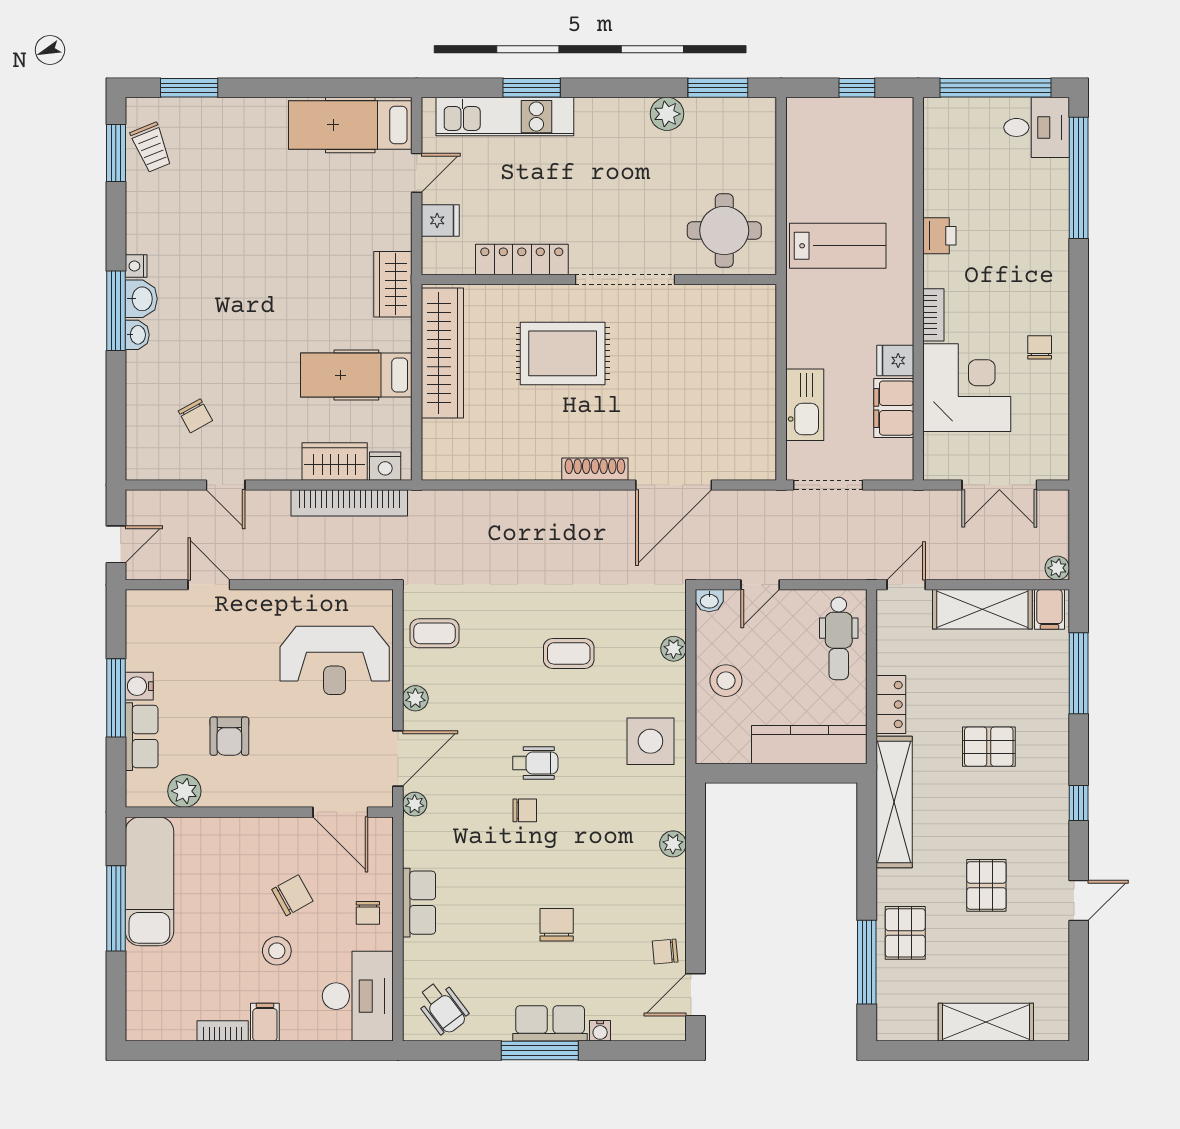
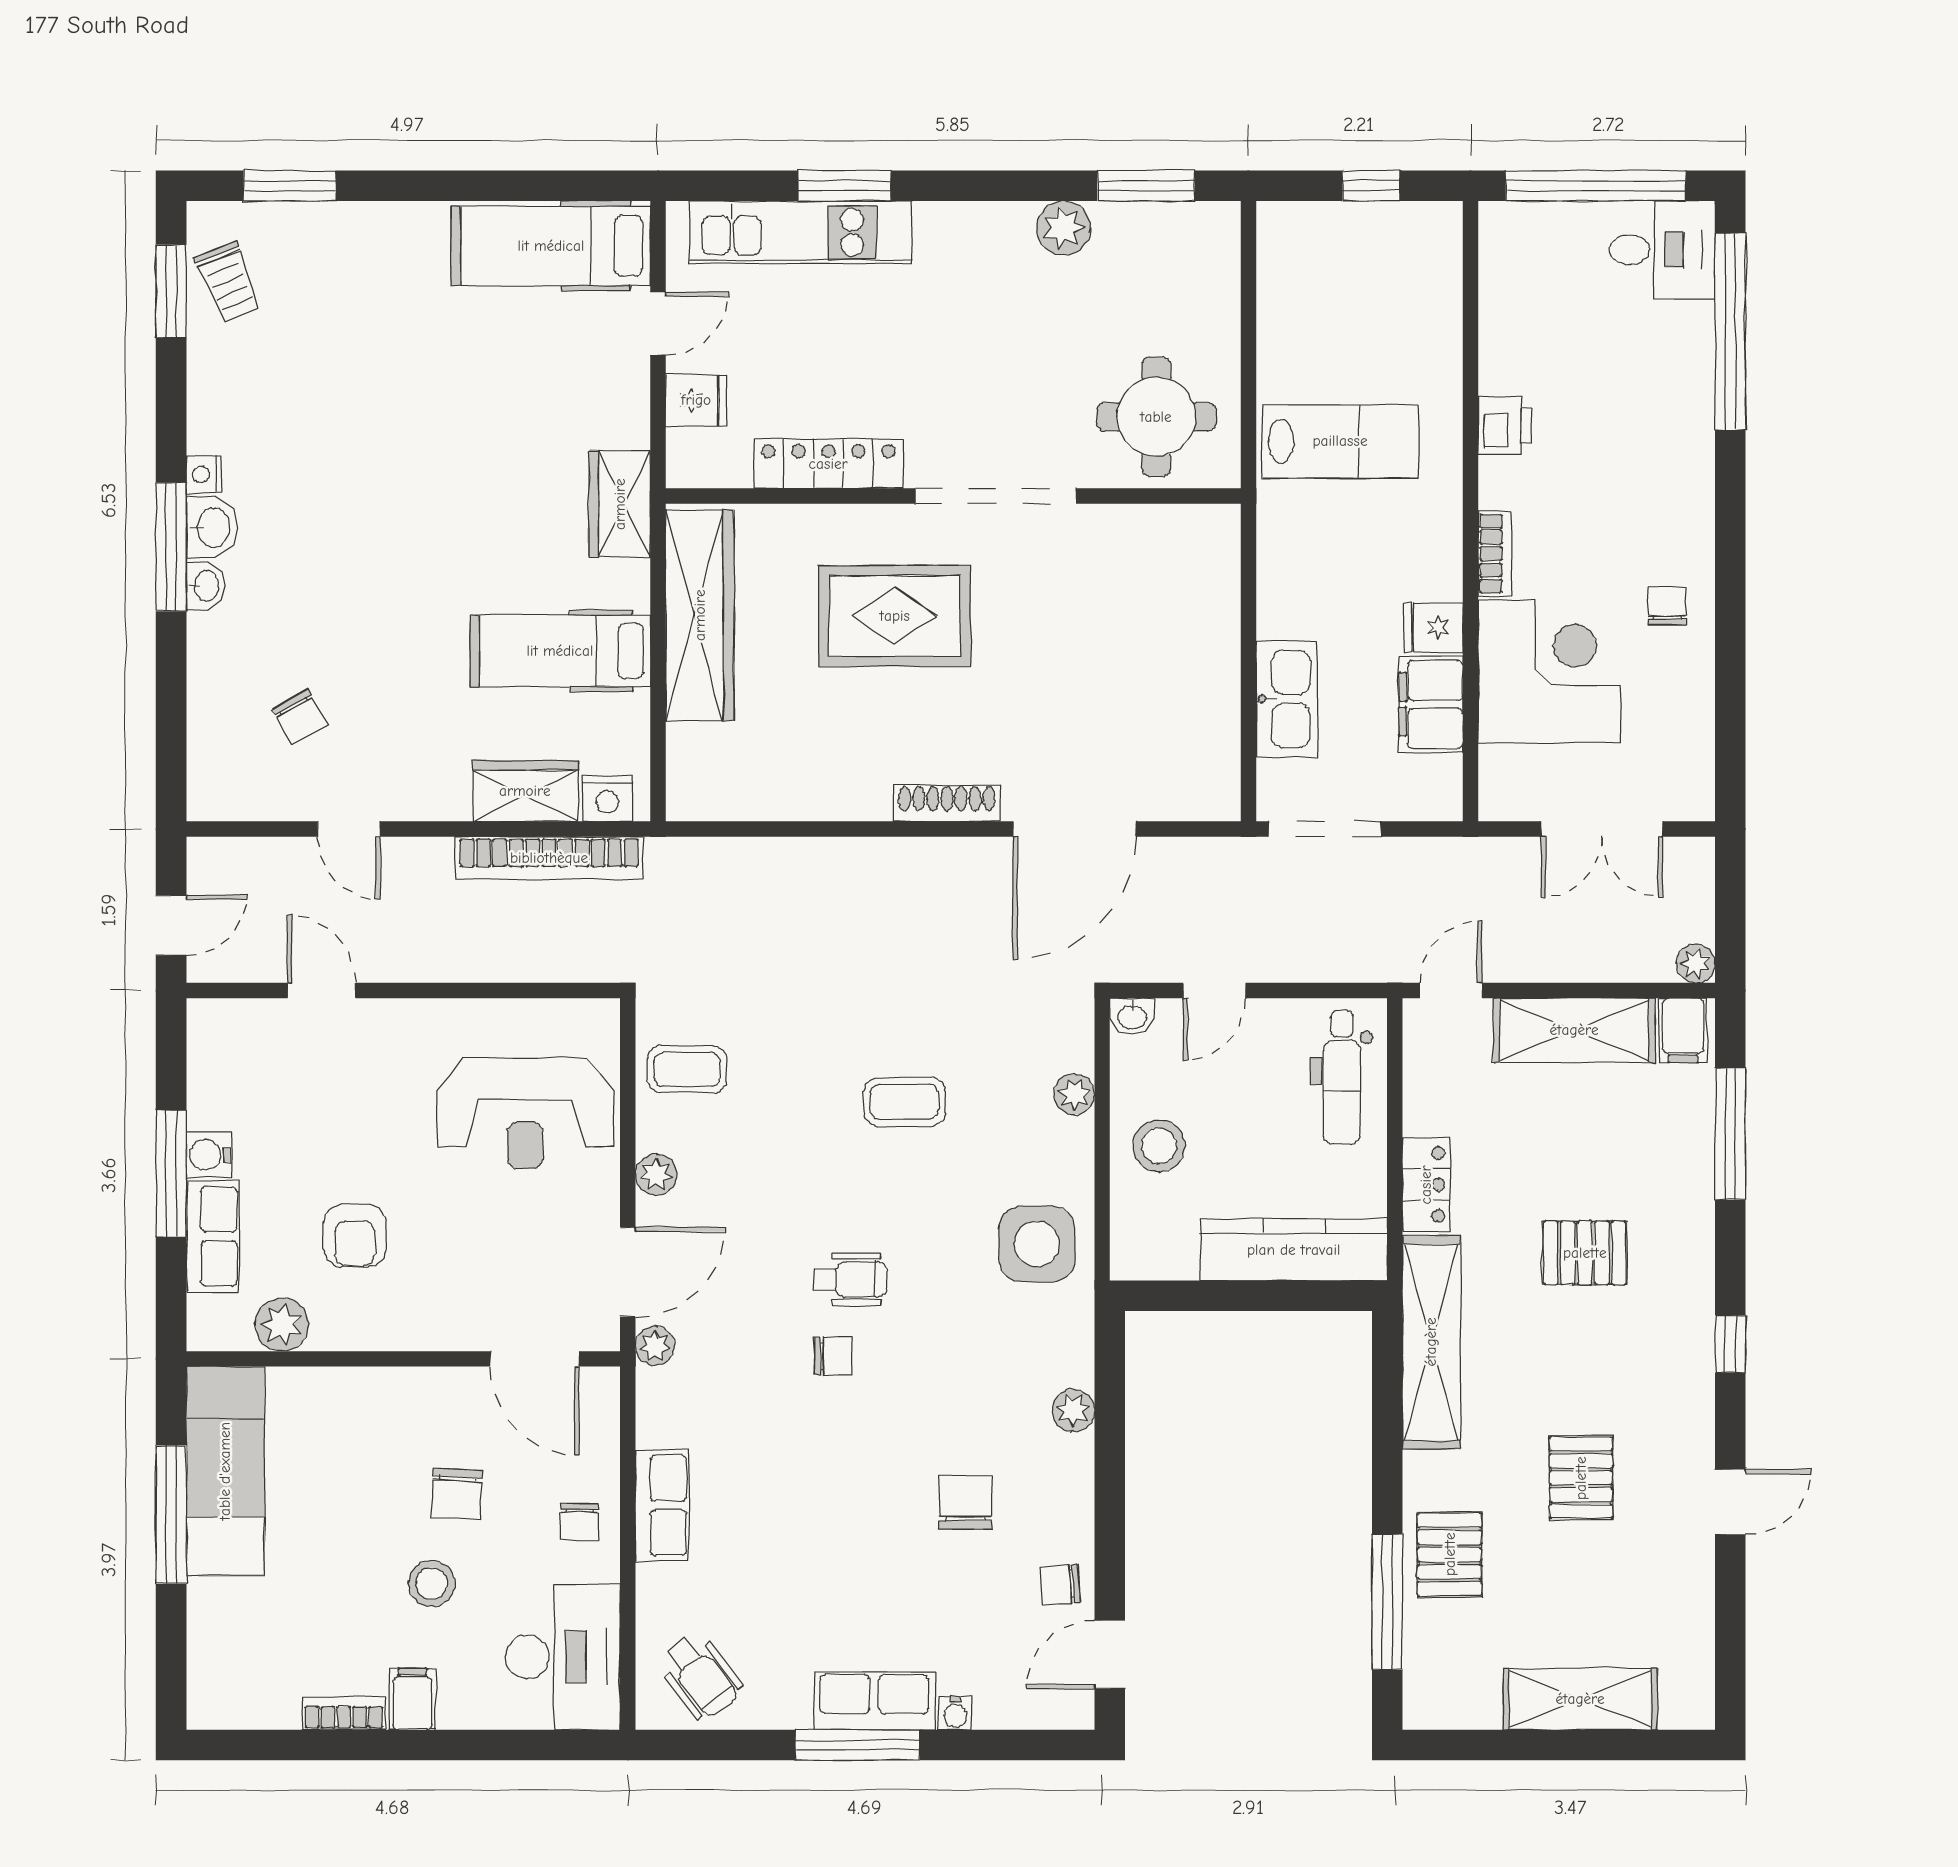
chair: (292, 895) -> (457, 1494), turned 122
chair: (557, 925) -> (966, 1502), moved

